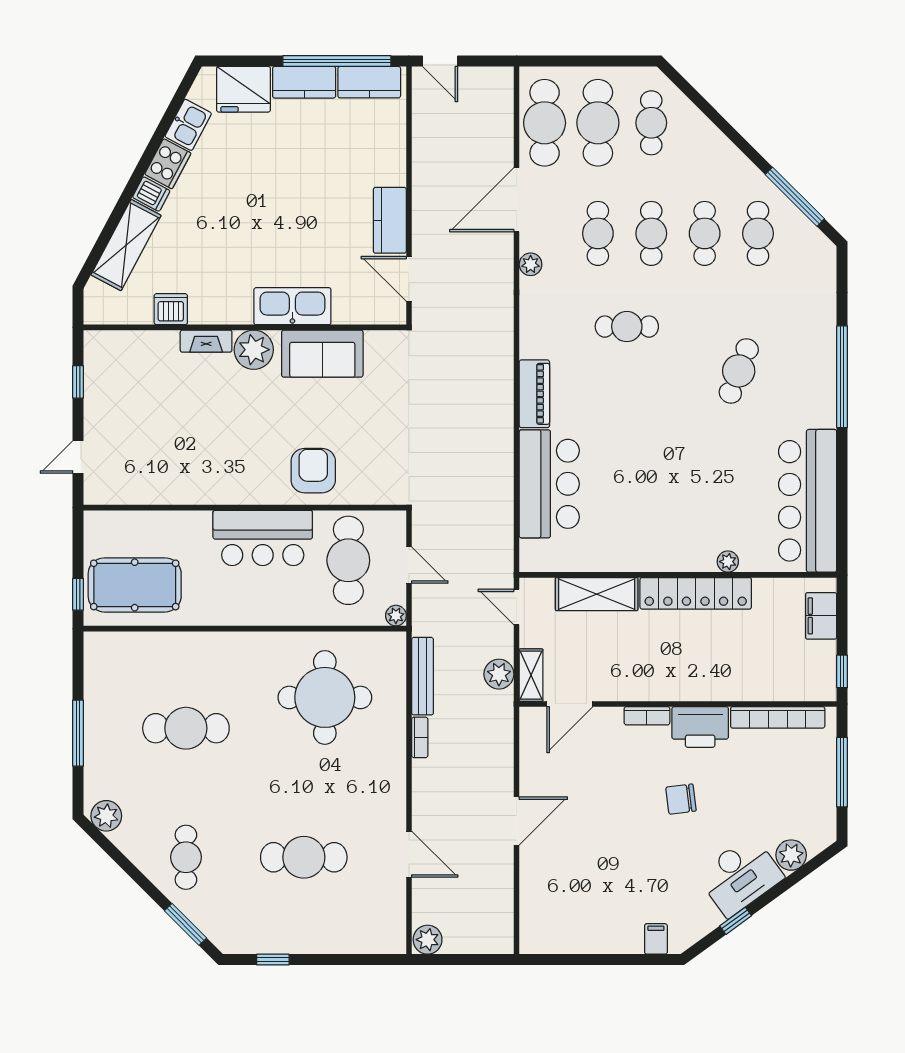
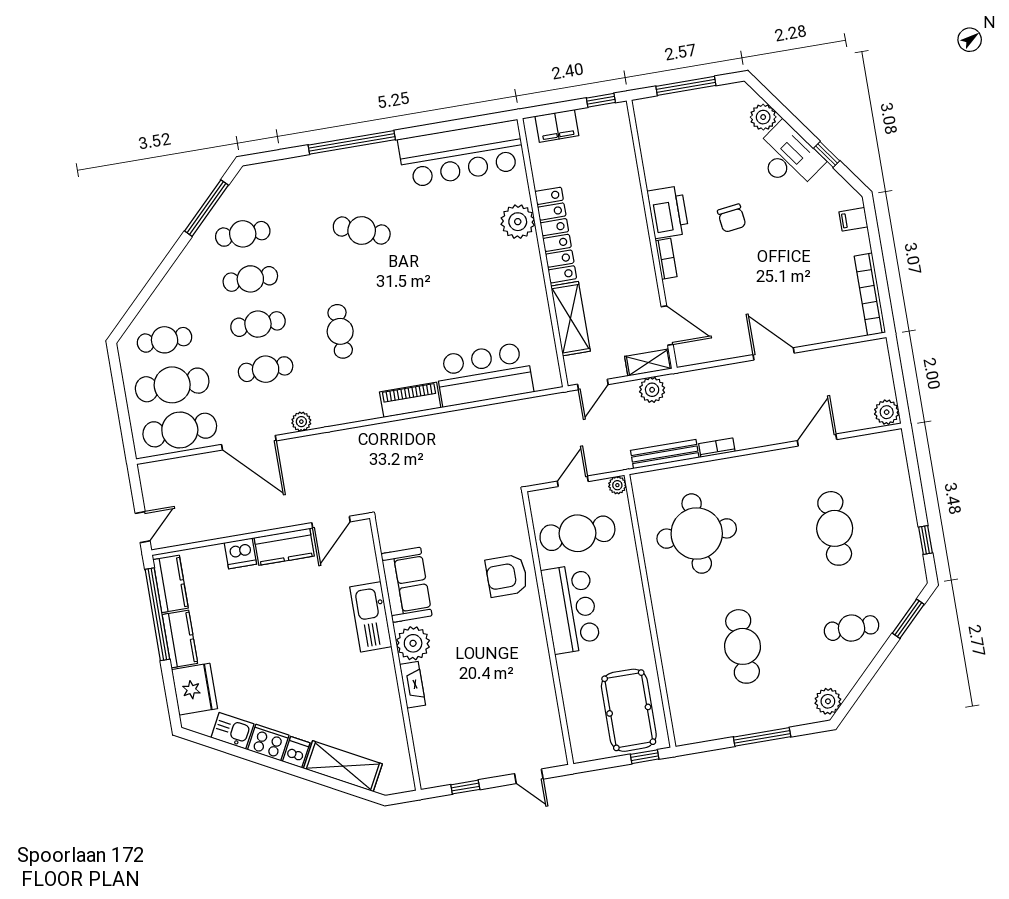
dishwasher: (171, 309) -> (240, 553), moved, turned -90
plant: (728, 562) -> (518, 222), width x1.88, depth x1.88
bookcase: (778, 717) -> (870, 294), moved, turned 180

